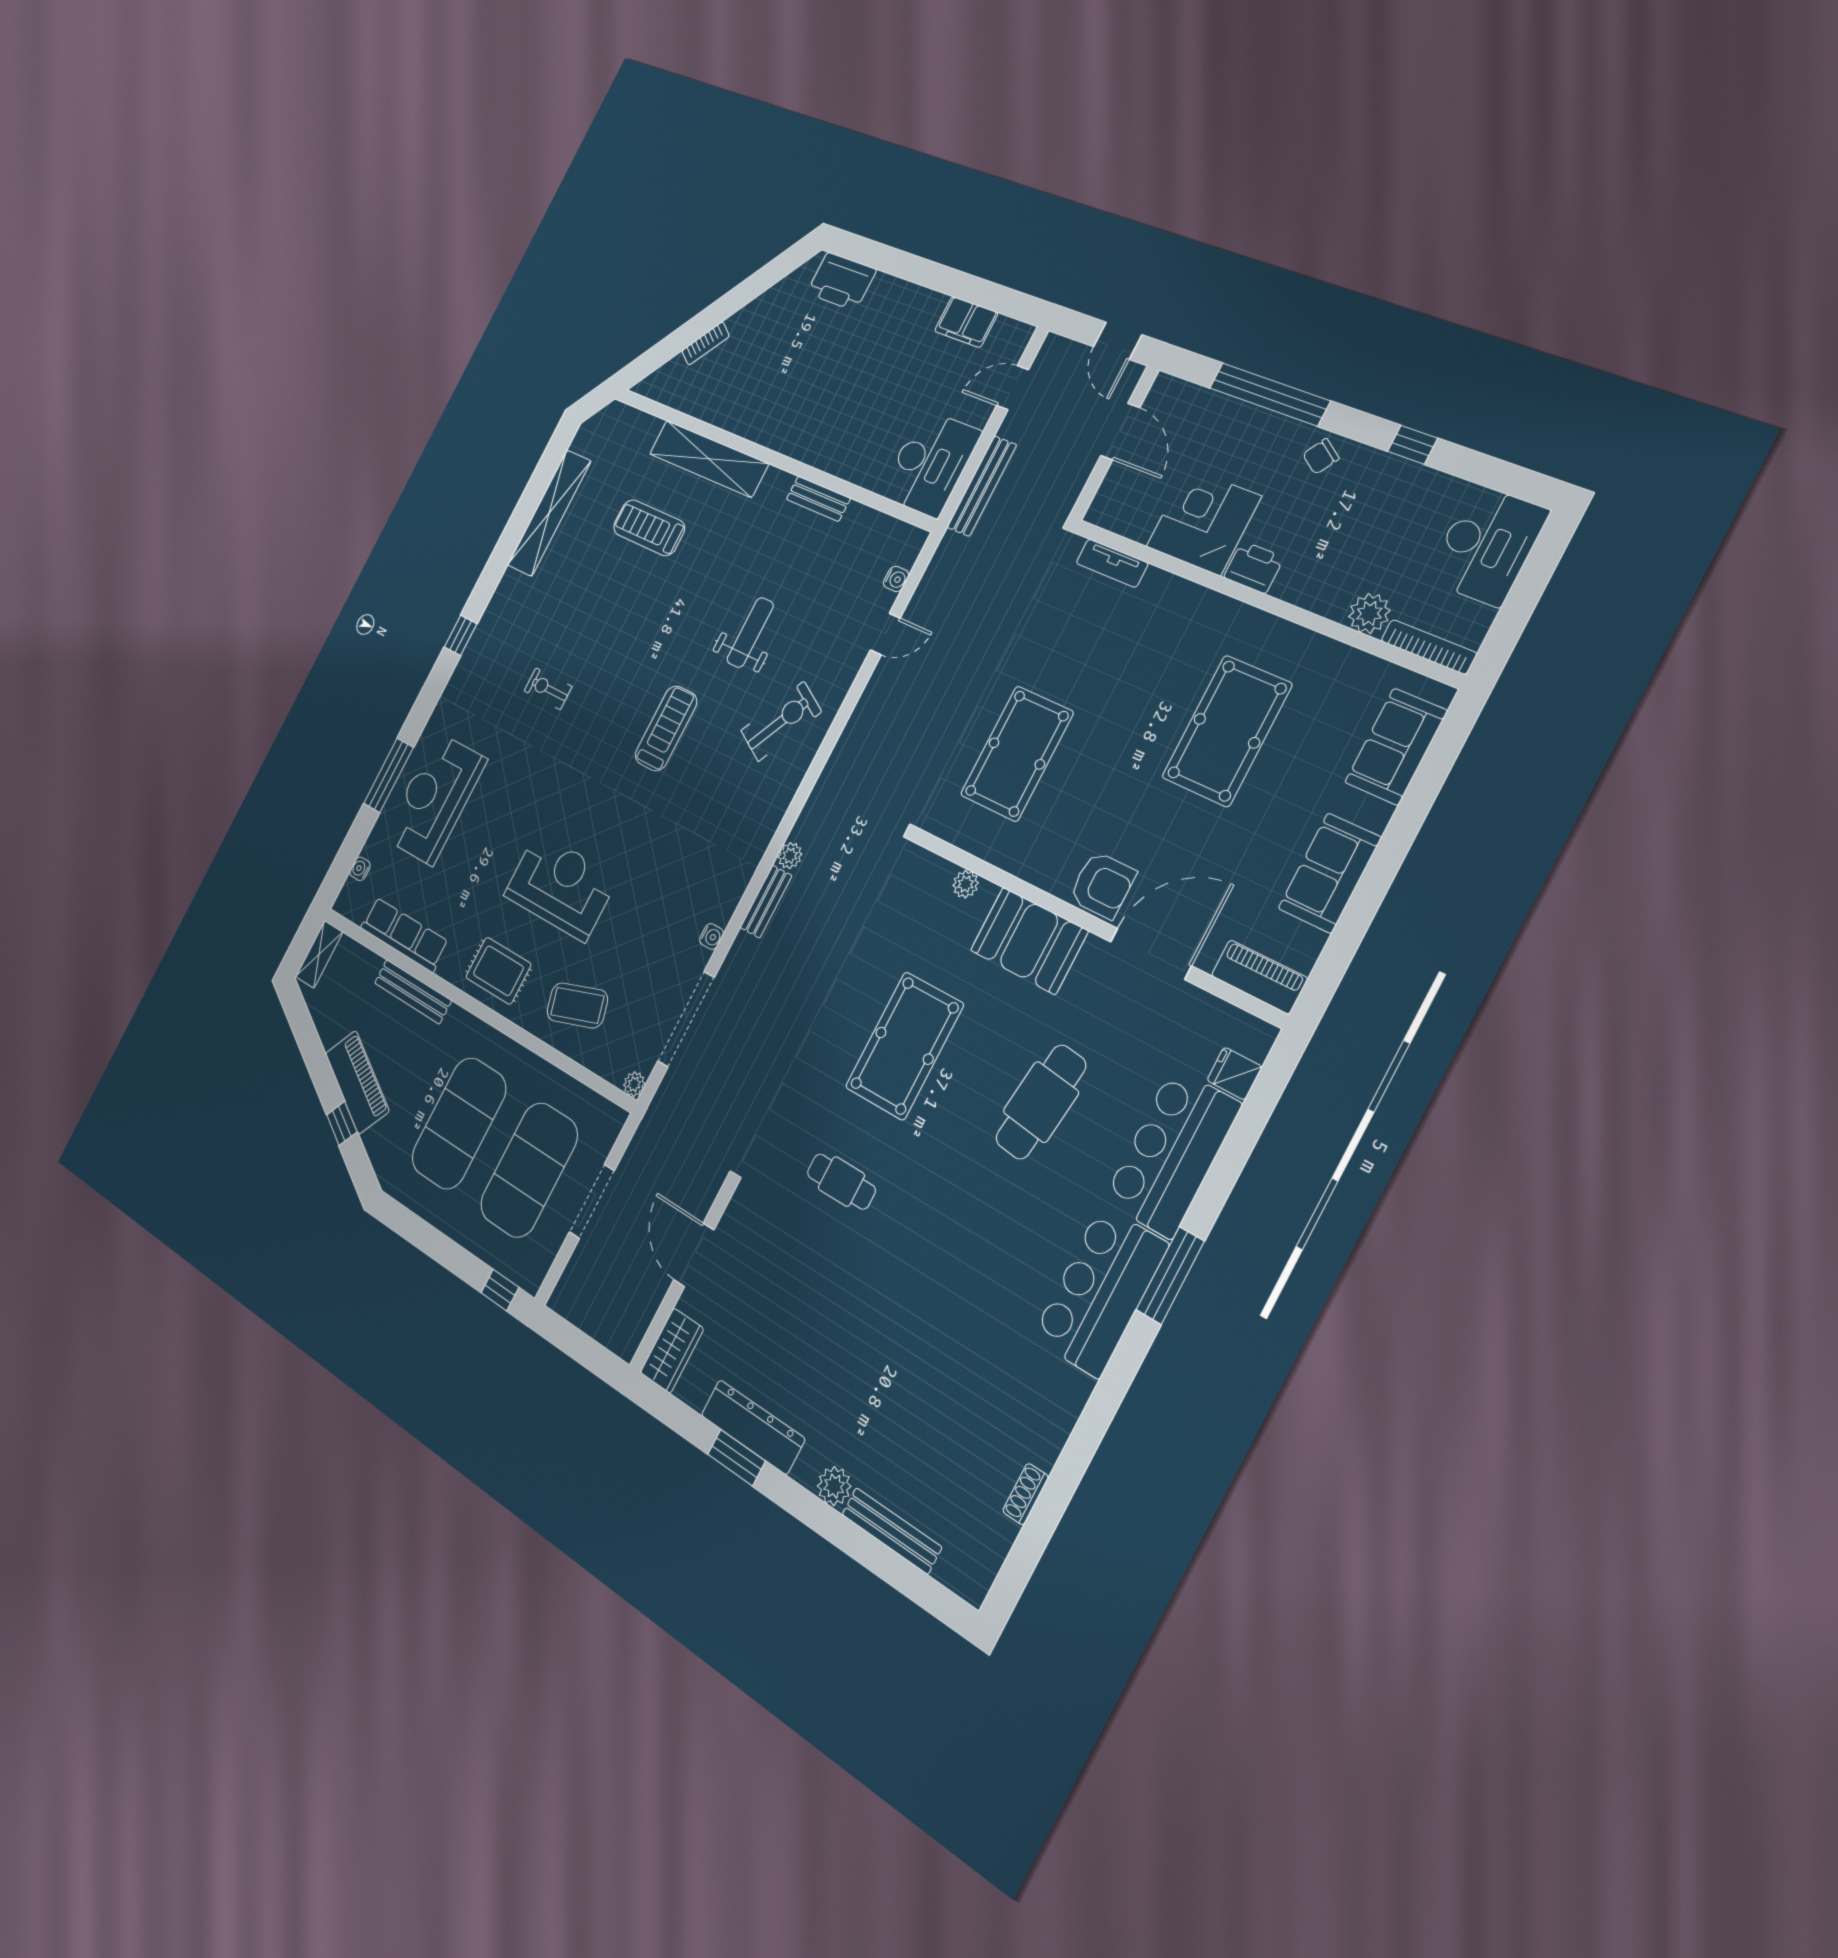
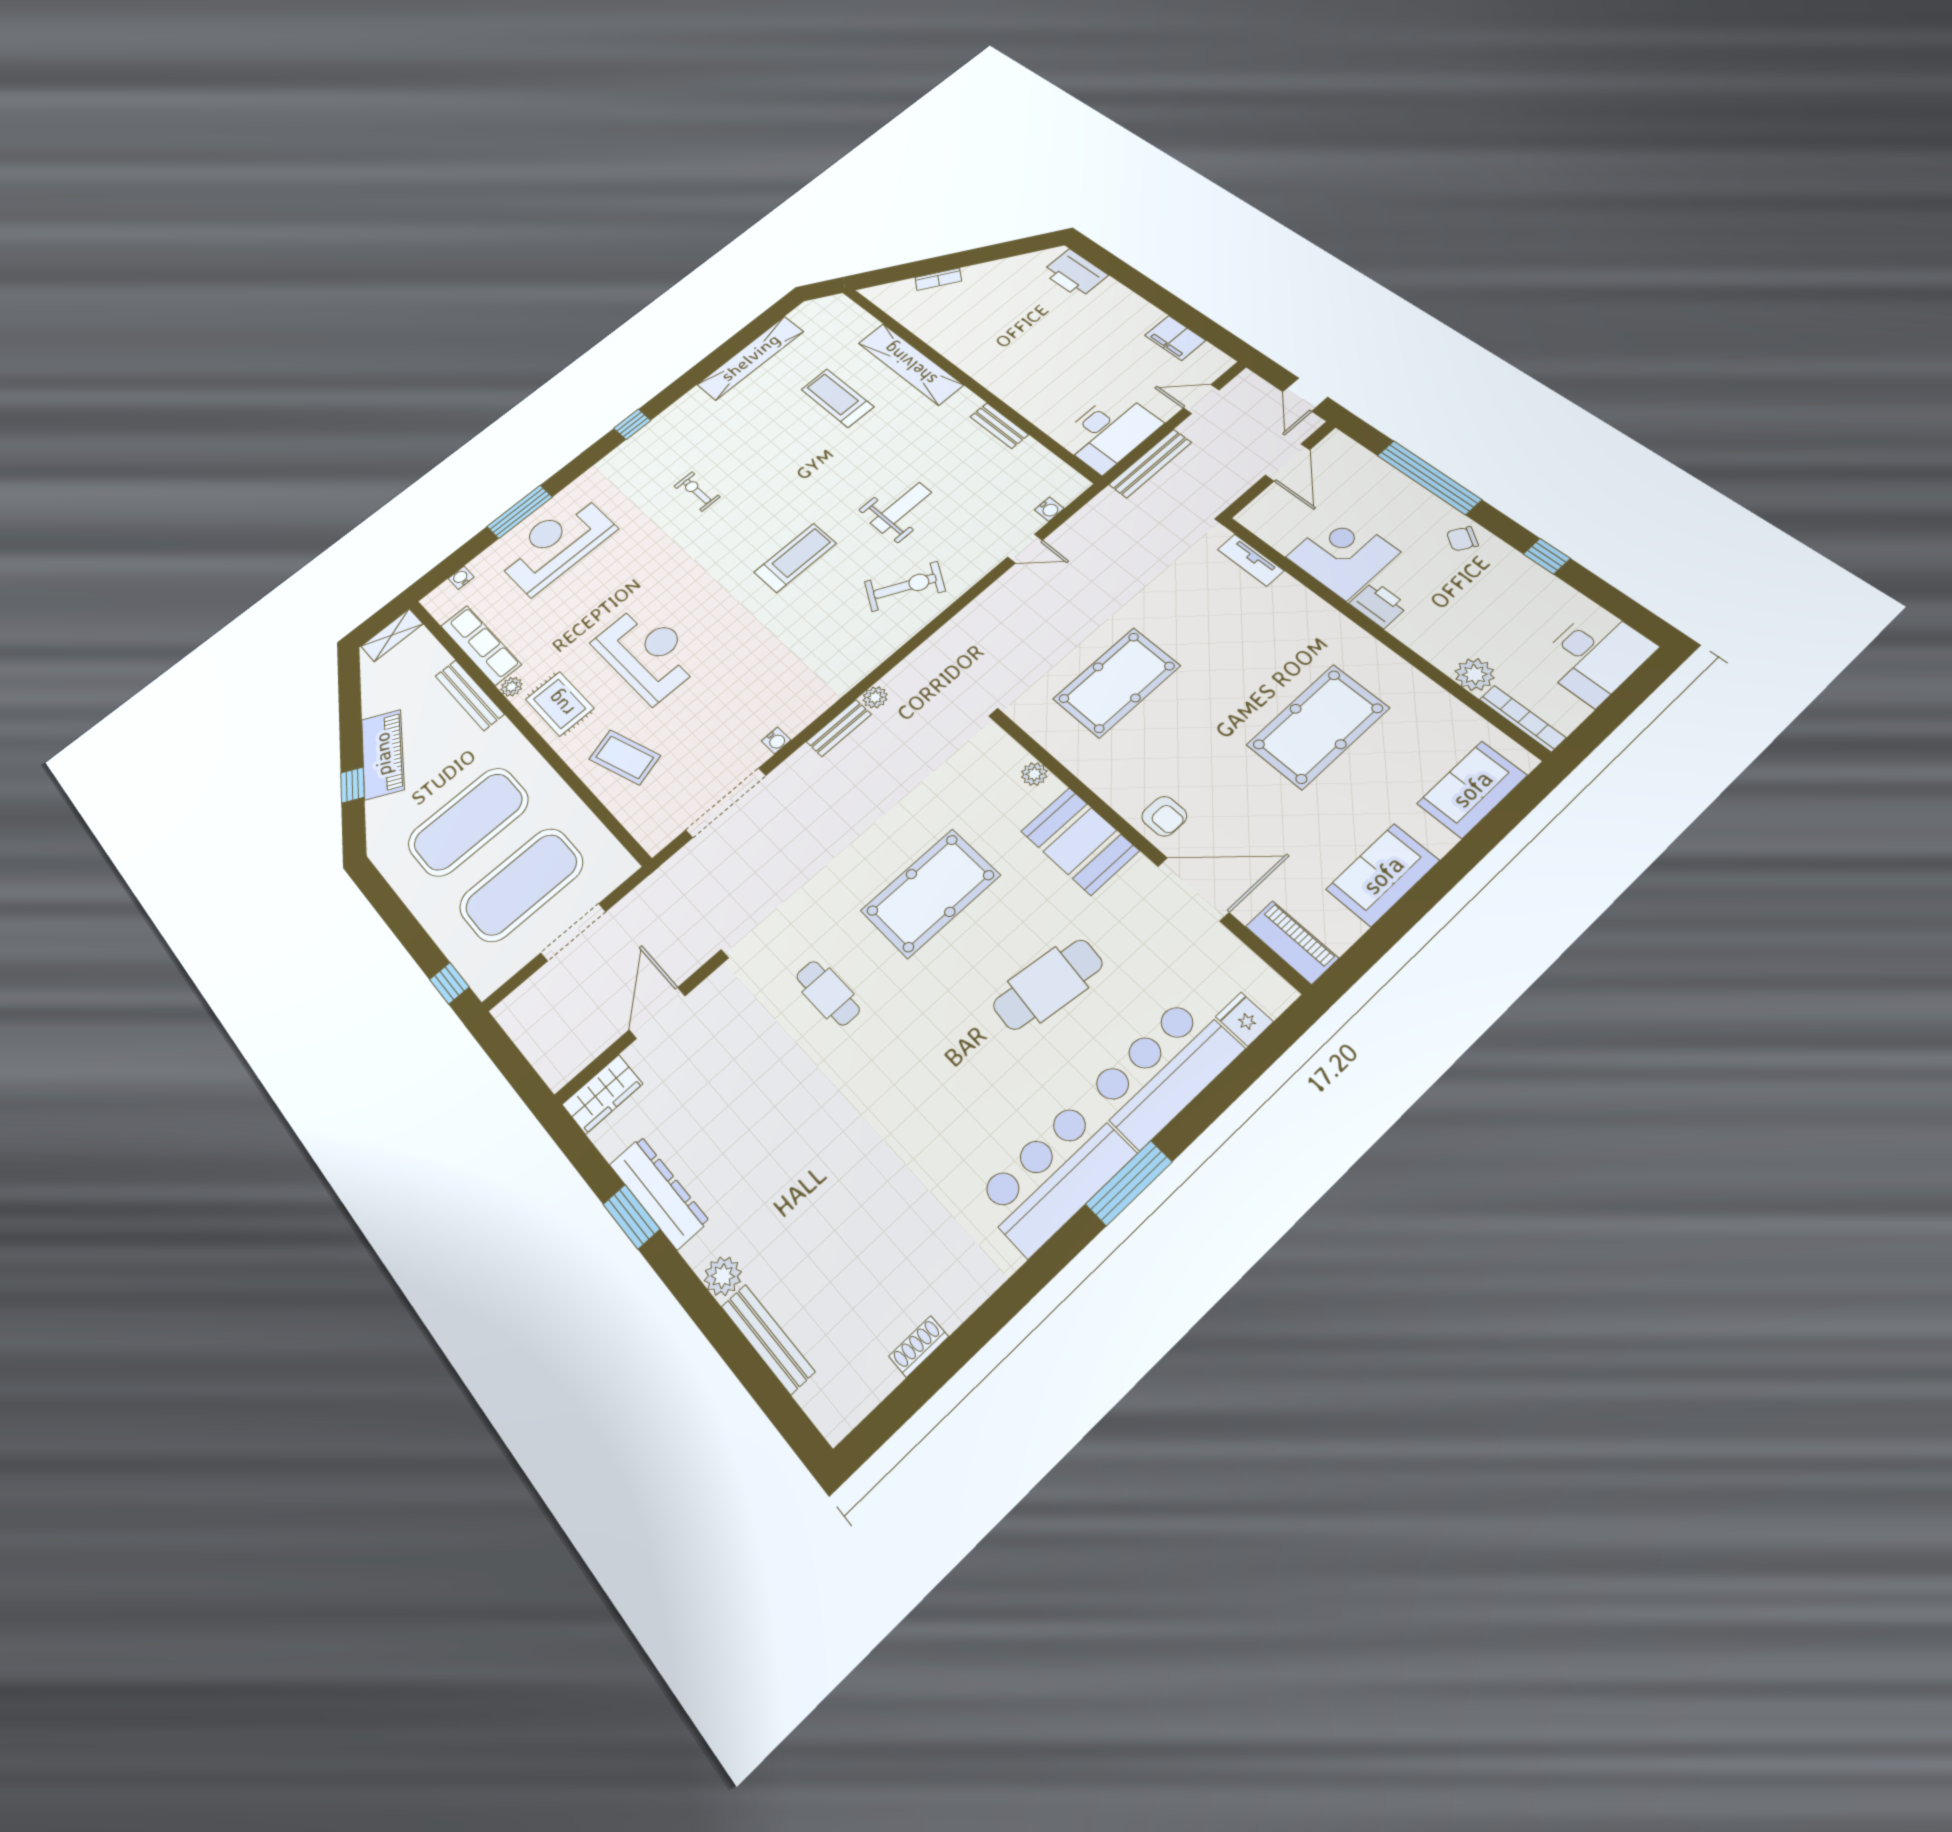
armchair: (1103, 885) -> (1164, 816), width x0.72, depth x0.72
plant: (634, 1084) -> (512, 687), moved

